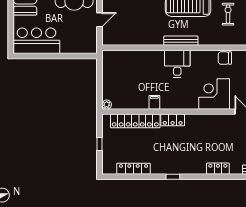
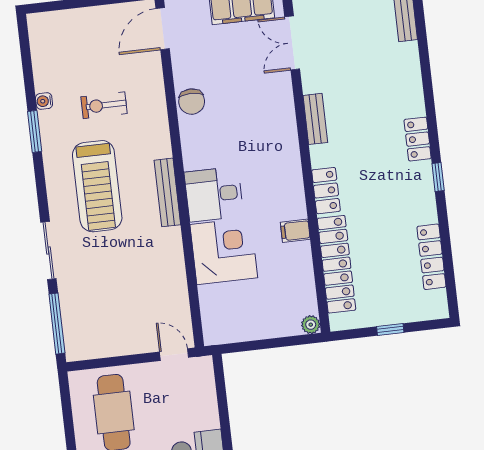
door: (100, 20) -> (174, 355), moved
corner desk: (214, 94) -> (224, 251), moved, turned 180
bench: (209, 119) -> (315, 119), added
locker: (218, 169) -> (418, 139), moved

